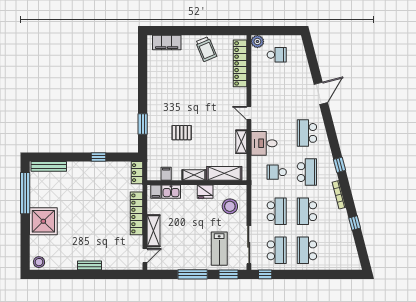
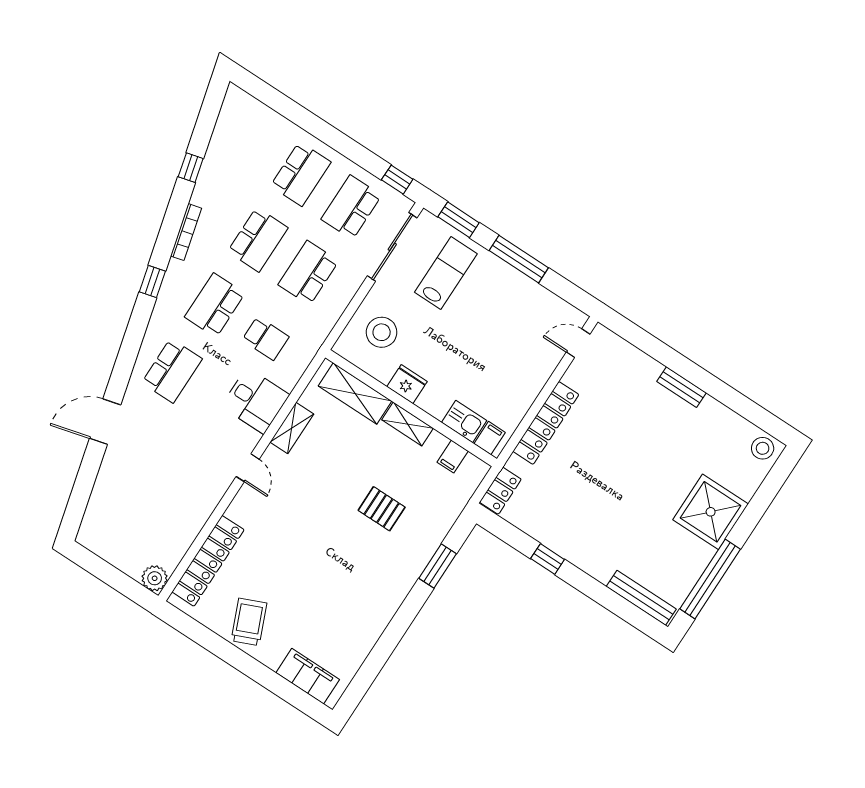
school desk: (277, 55) -> (137, 535), removed
shelving: (153, 231) -> (536, 375), removed

